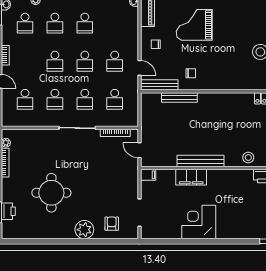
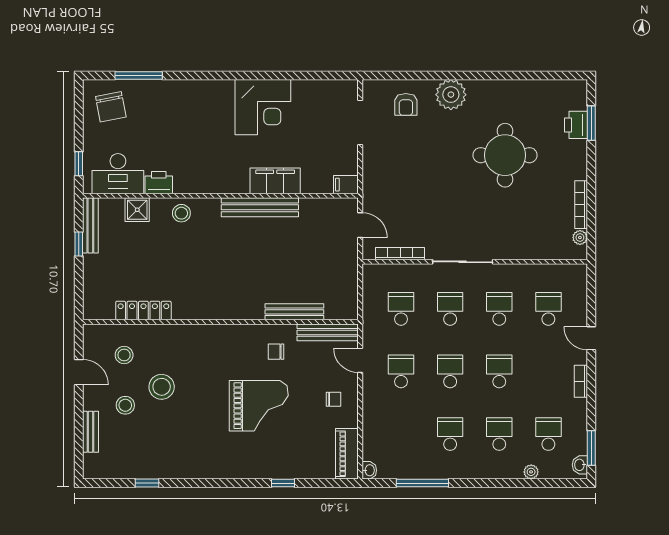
grand piano: (194, 25) -> (259, 406), moved

